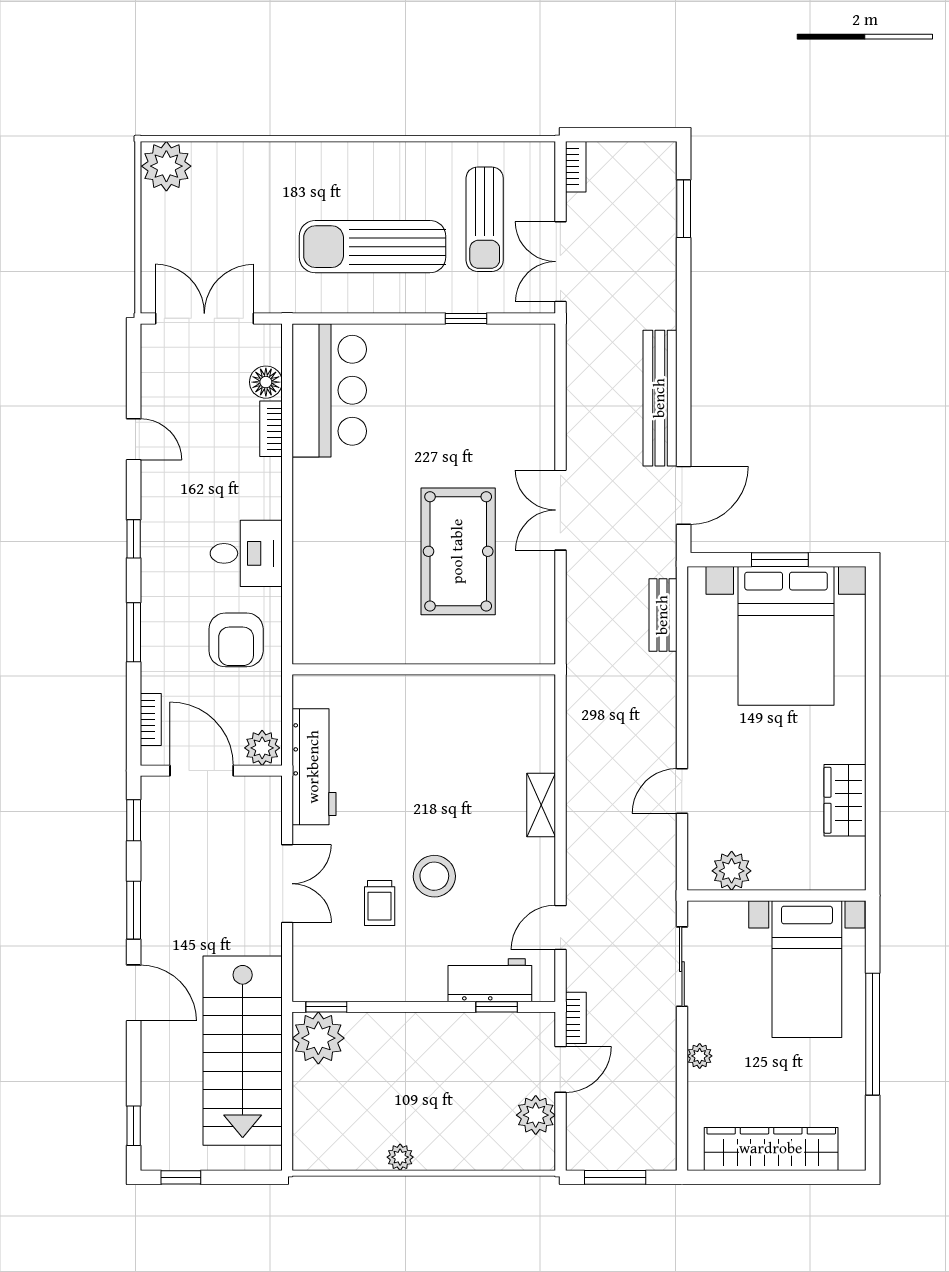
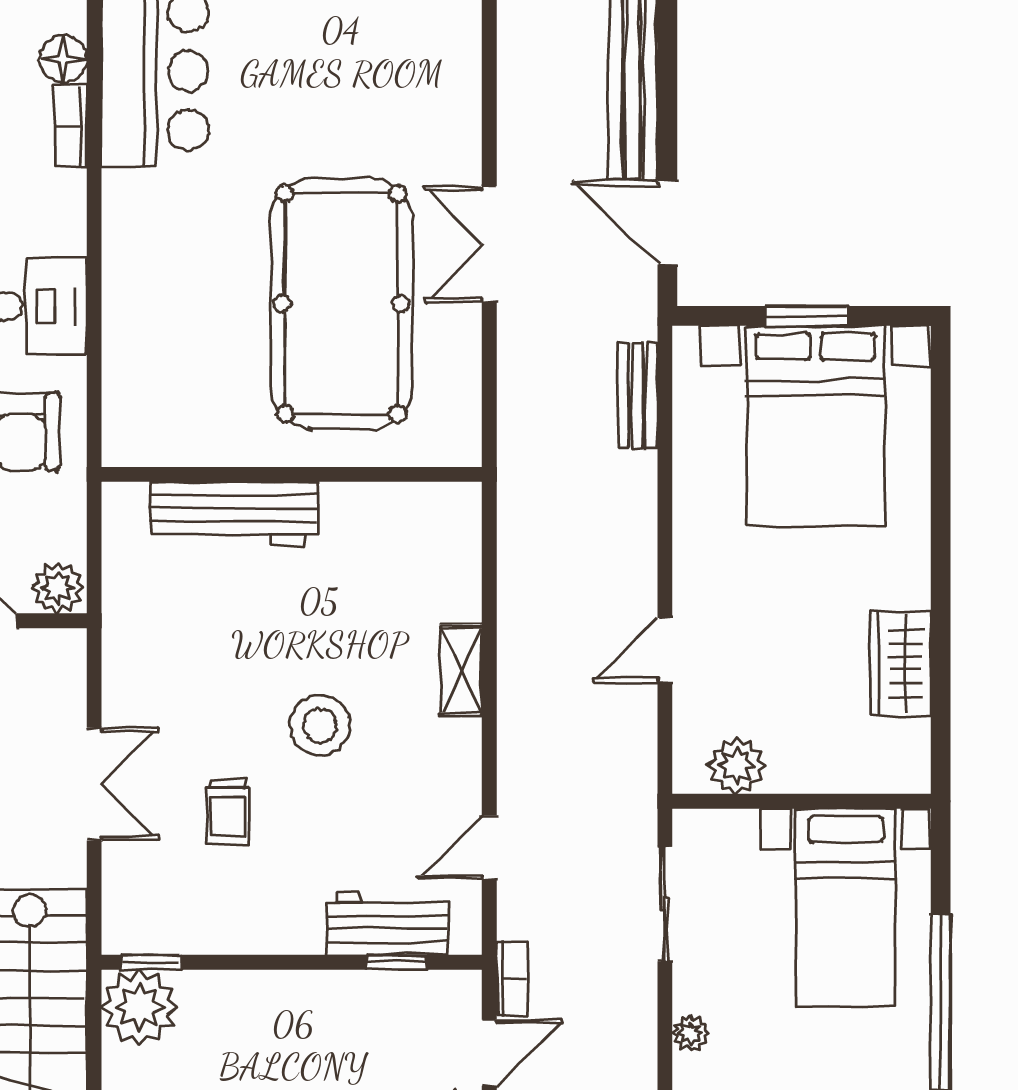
door: (684, 495) -> (667, 223), swing flipped
pool table: (458, 551) -> (341, 304), width x1.36, depth x1.32
workbench: (314, 767) -> (234, 513), moved, turned 90
stool: (434, 876) -> (320, 725), moved

